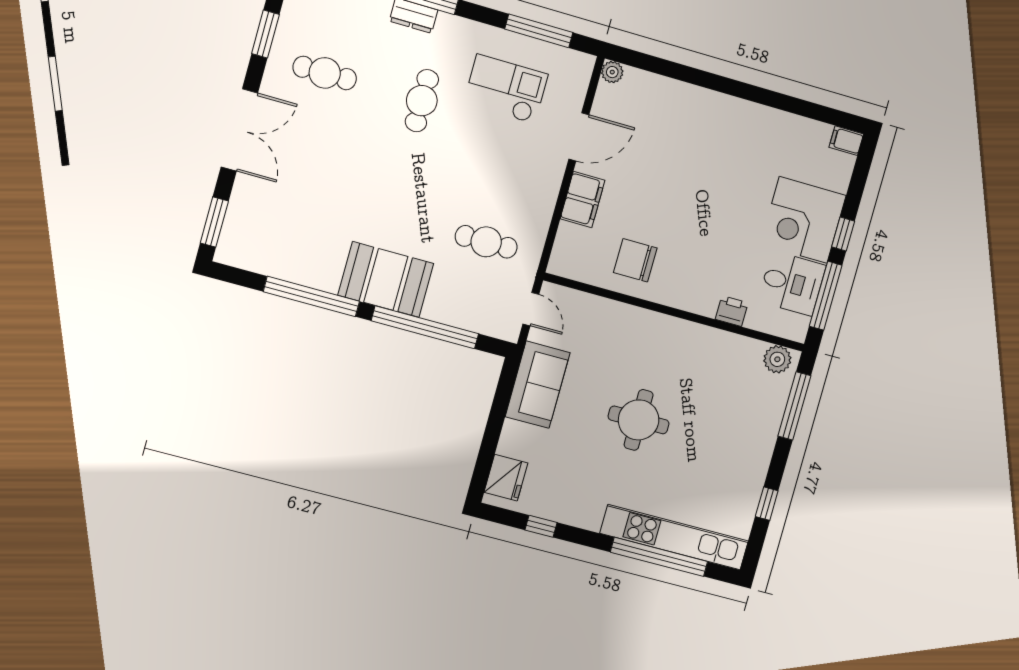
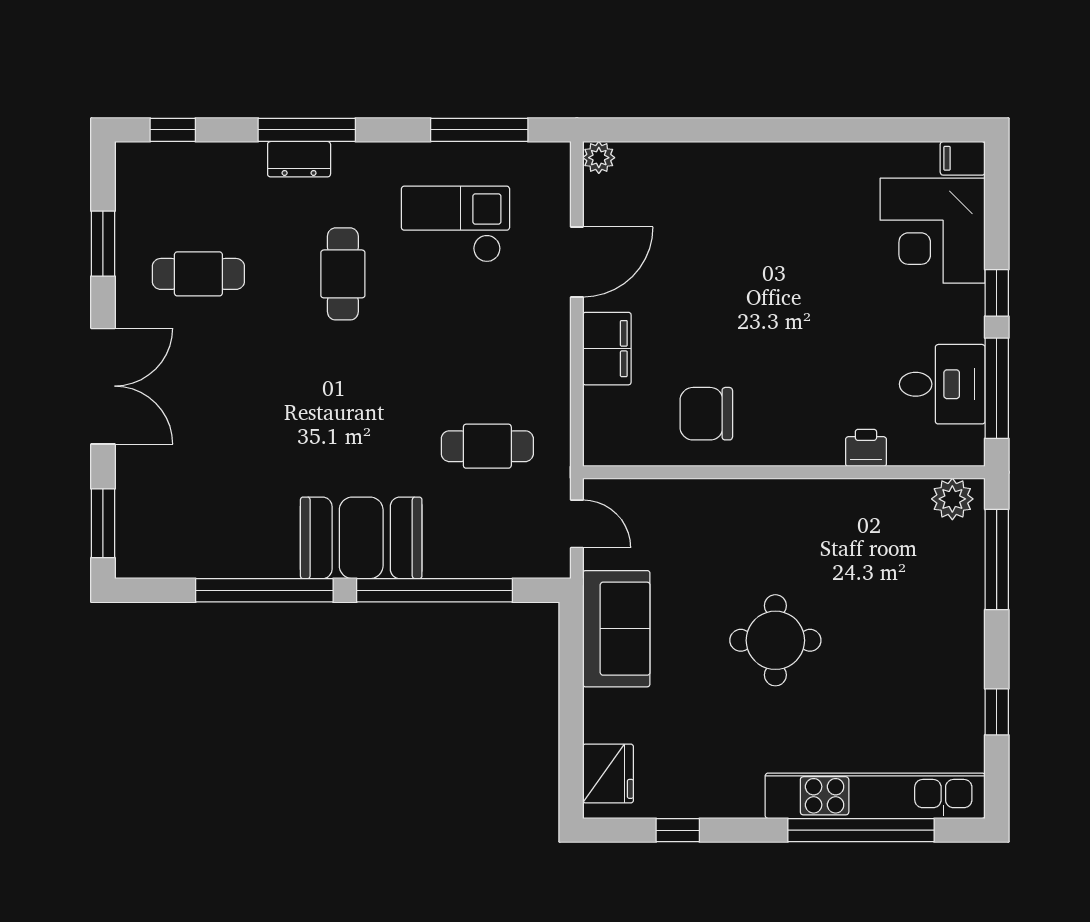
corner desk: (803, 220) -> (933, 231), moved

